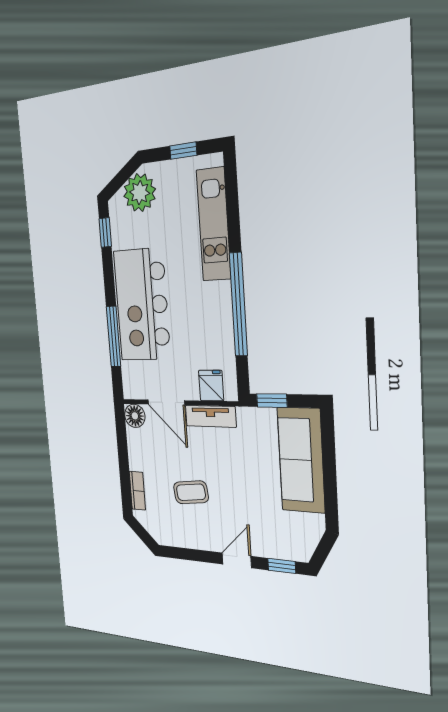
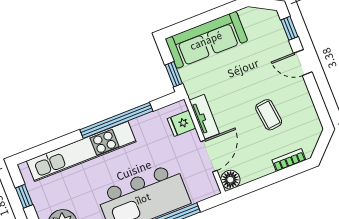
kitchen unit: (214, 225) -> (81, 151), width x1.36

